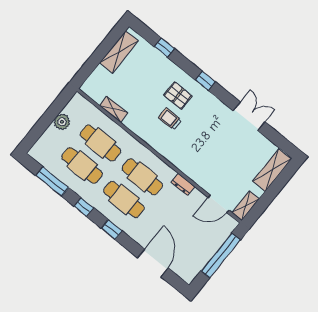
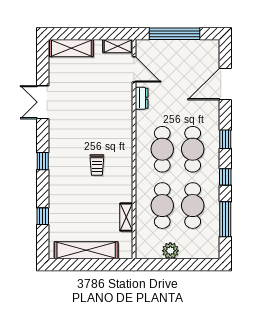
shelving: (119, 52) -> (86, 250), width x1.47
pallet: (178, 95) -> (73, 174), removed
dresser: (183, 184) -> (142, 98), moved

